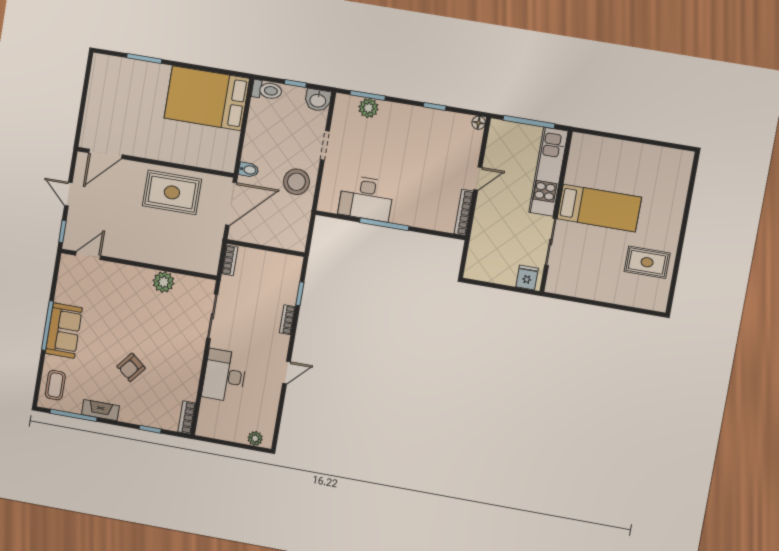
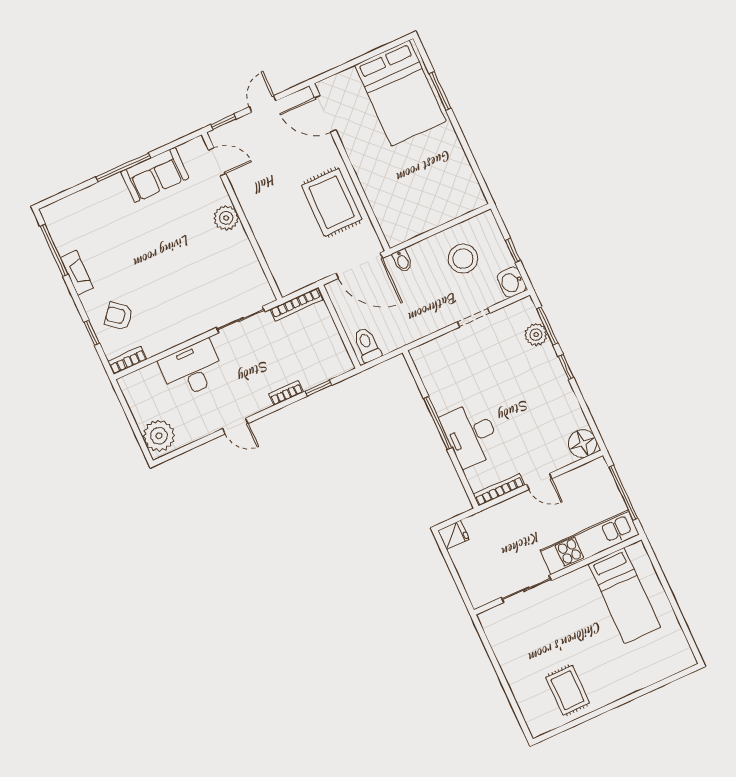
toilet: (267, 90) -> (367, 345), moved, turned 180
bed: (207, 98) -> (400, 93), moved, turned 180
window: (435, 106) -> (566, 367), moved
floor lamp: (479, 123) -> (583, 443), width x1.89, depth x1.89
stool: (296, 182) -> (463, 259), moved
desk: (366, 198) -> (471, 435), moved
bed: (599, 208) -> (624, 595), moved
bookcase: (230, 260) -> (296, 304), width x1.56
fridge: (527, 278) -> (453, 535), moved
plant: (164, 282) -> (226, 218), moved
sofa: (64, 331) -> (155, 175), moved
armchair: (131, 367) -> (119, 316), moved
coffee table: (55, 385) -> (71, 213), removed
plant: (255, 438) -> (159, 436), width x1.88, depth x1.88

